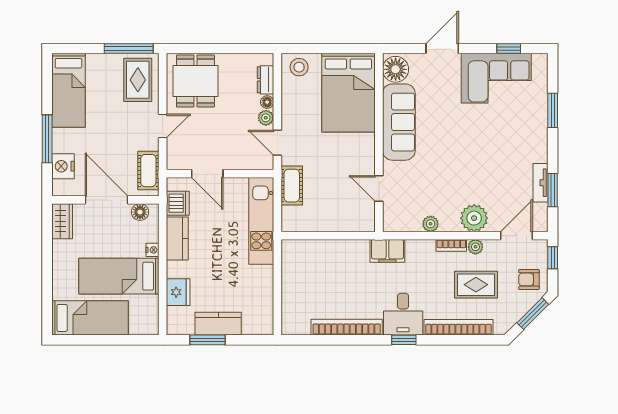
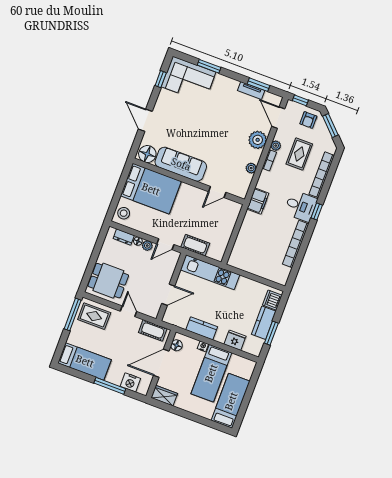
corner sofa: (496, 78) -> (189, 79), moved, turned 90
dishwasher: (178, 203) -> (272, 300), moved, turned -90

